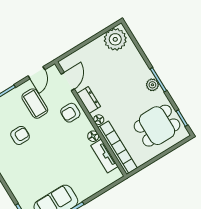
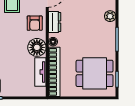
plant: (152, 85) -> (110, 16), moved
armchair: (70, 113) -> (35, 23), turned -90
floor lamp: (93, 136) -> (37, 47), width x1.89, depth x1.89

